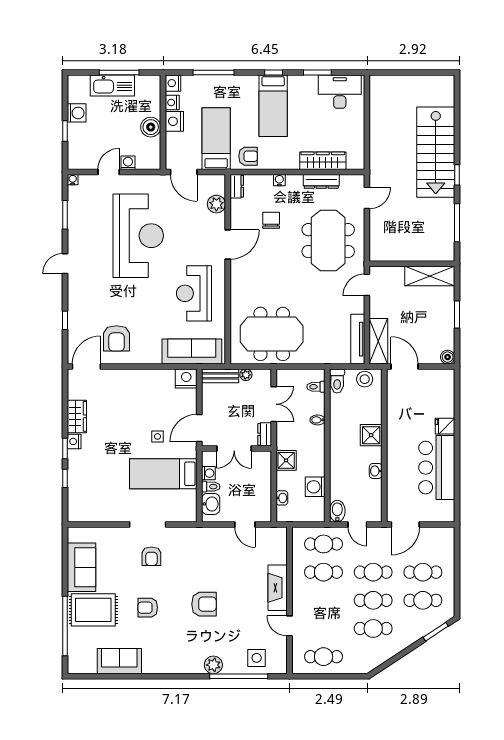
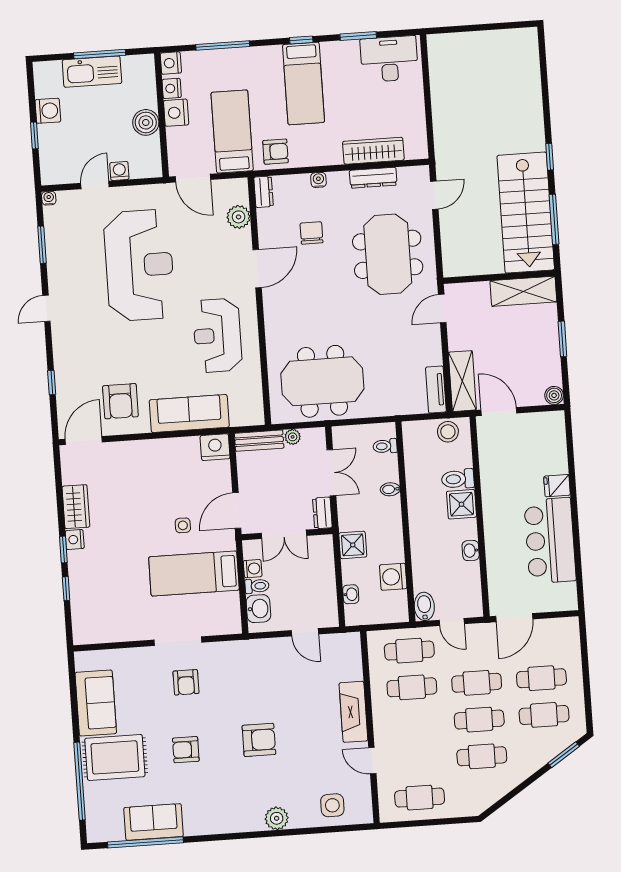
stairs: (436, 152) -> (526, 213), moved
tv unit: (358, 339) -> (436, 390), width x0.71
sofa: (192, 351) -> (189, 413), moved
toilet: (337, 381) -> (458, 479), moved, turned 90
window: (239, 676) -> (145, 842), moved

